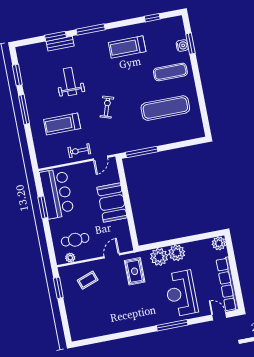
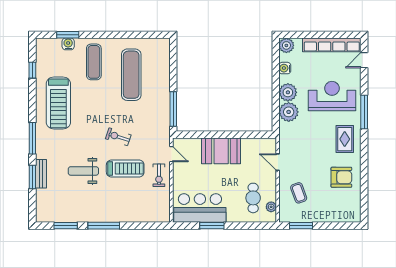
treadmill: (127, 47) -> (58, 103), width x1.37, depth x1.37
treadmill: (62, 124) -> (125, 168), moved, turned -90
water cooler: (198, 246) -> (285, 68), added
rug: (135, 271) -> (345, 139), moved, turned 90
reception desk: (181, 293) -> (332, 96), turned 180
armchair: (109, 316) -> (341, 177), added

